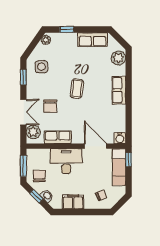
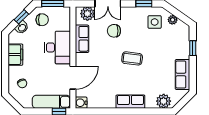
plant: (46, 40) -> (173, 20), moved

